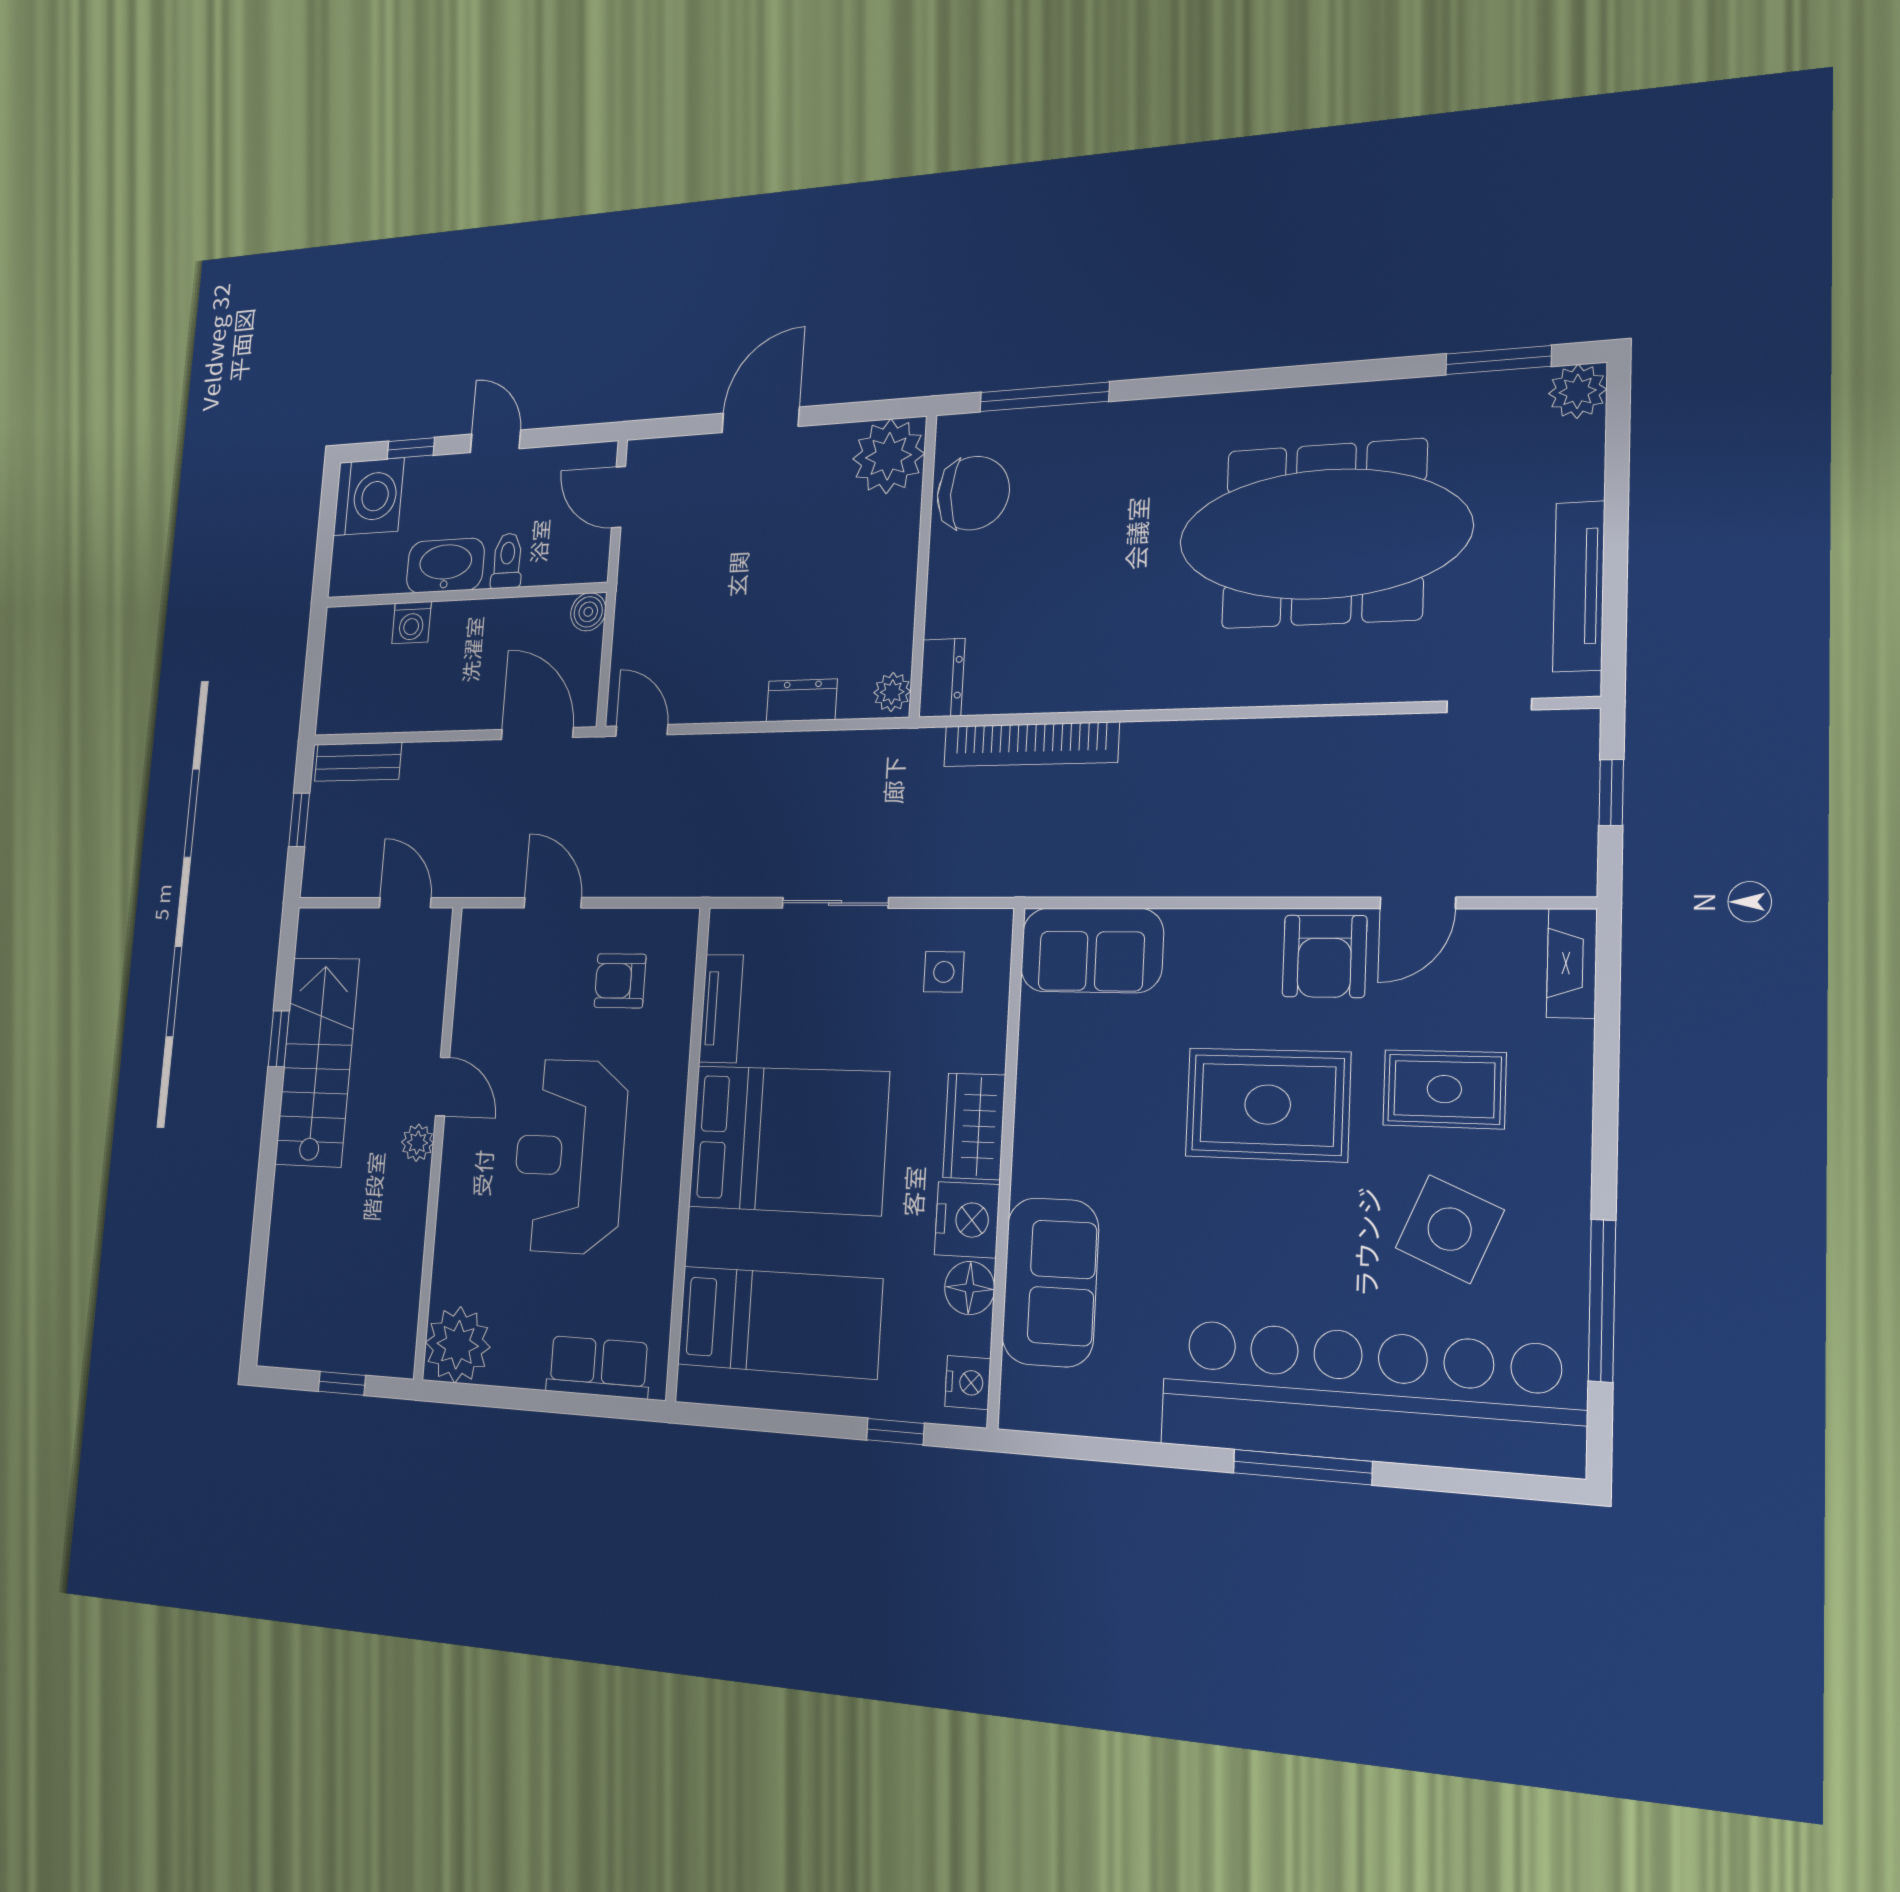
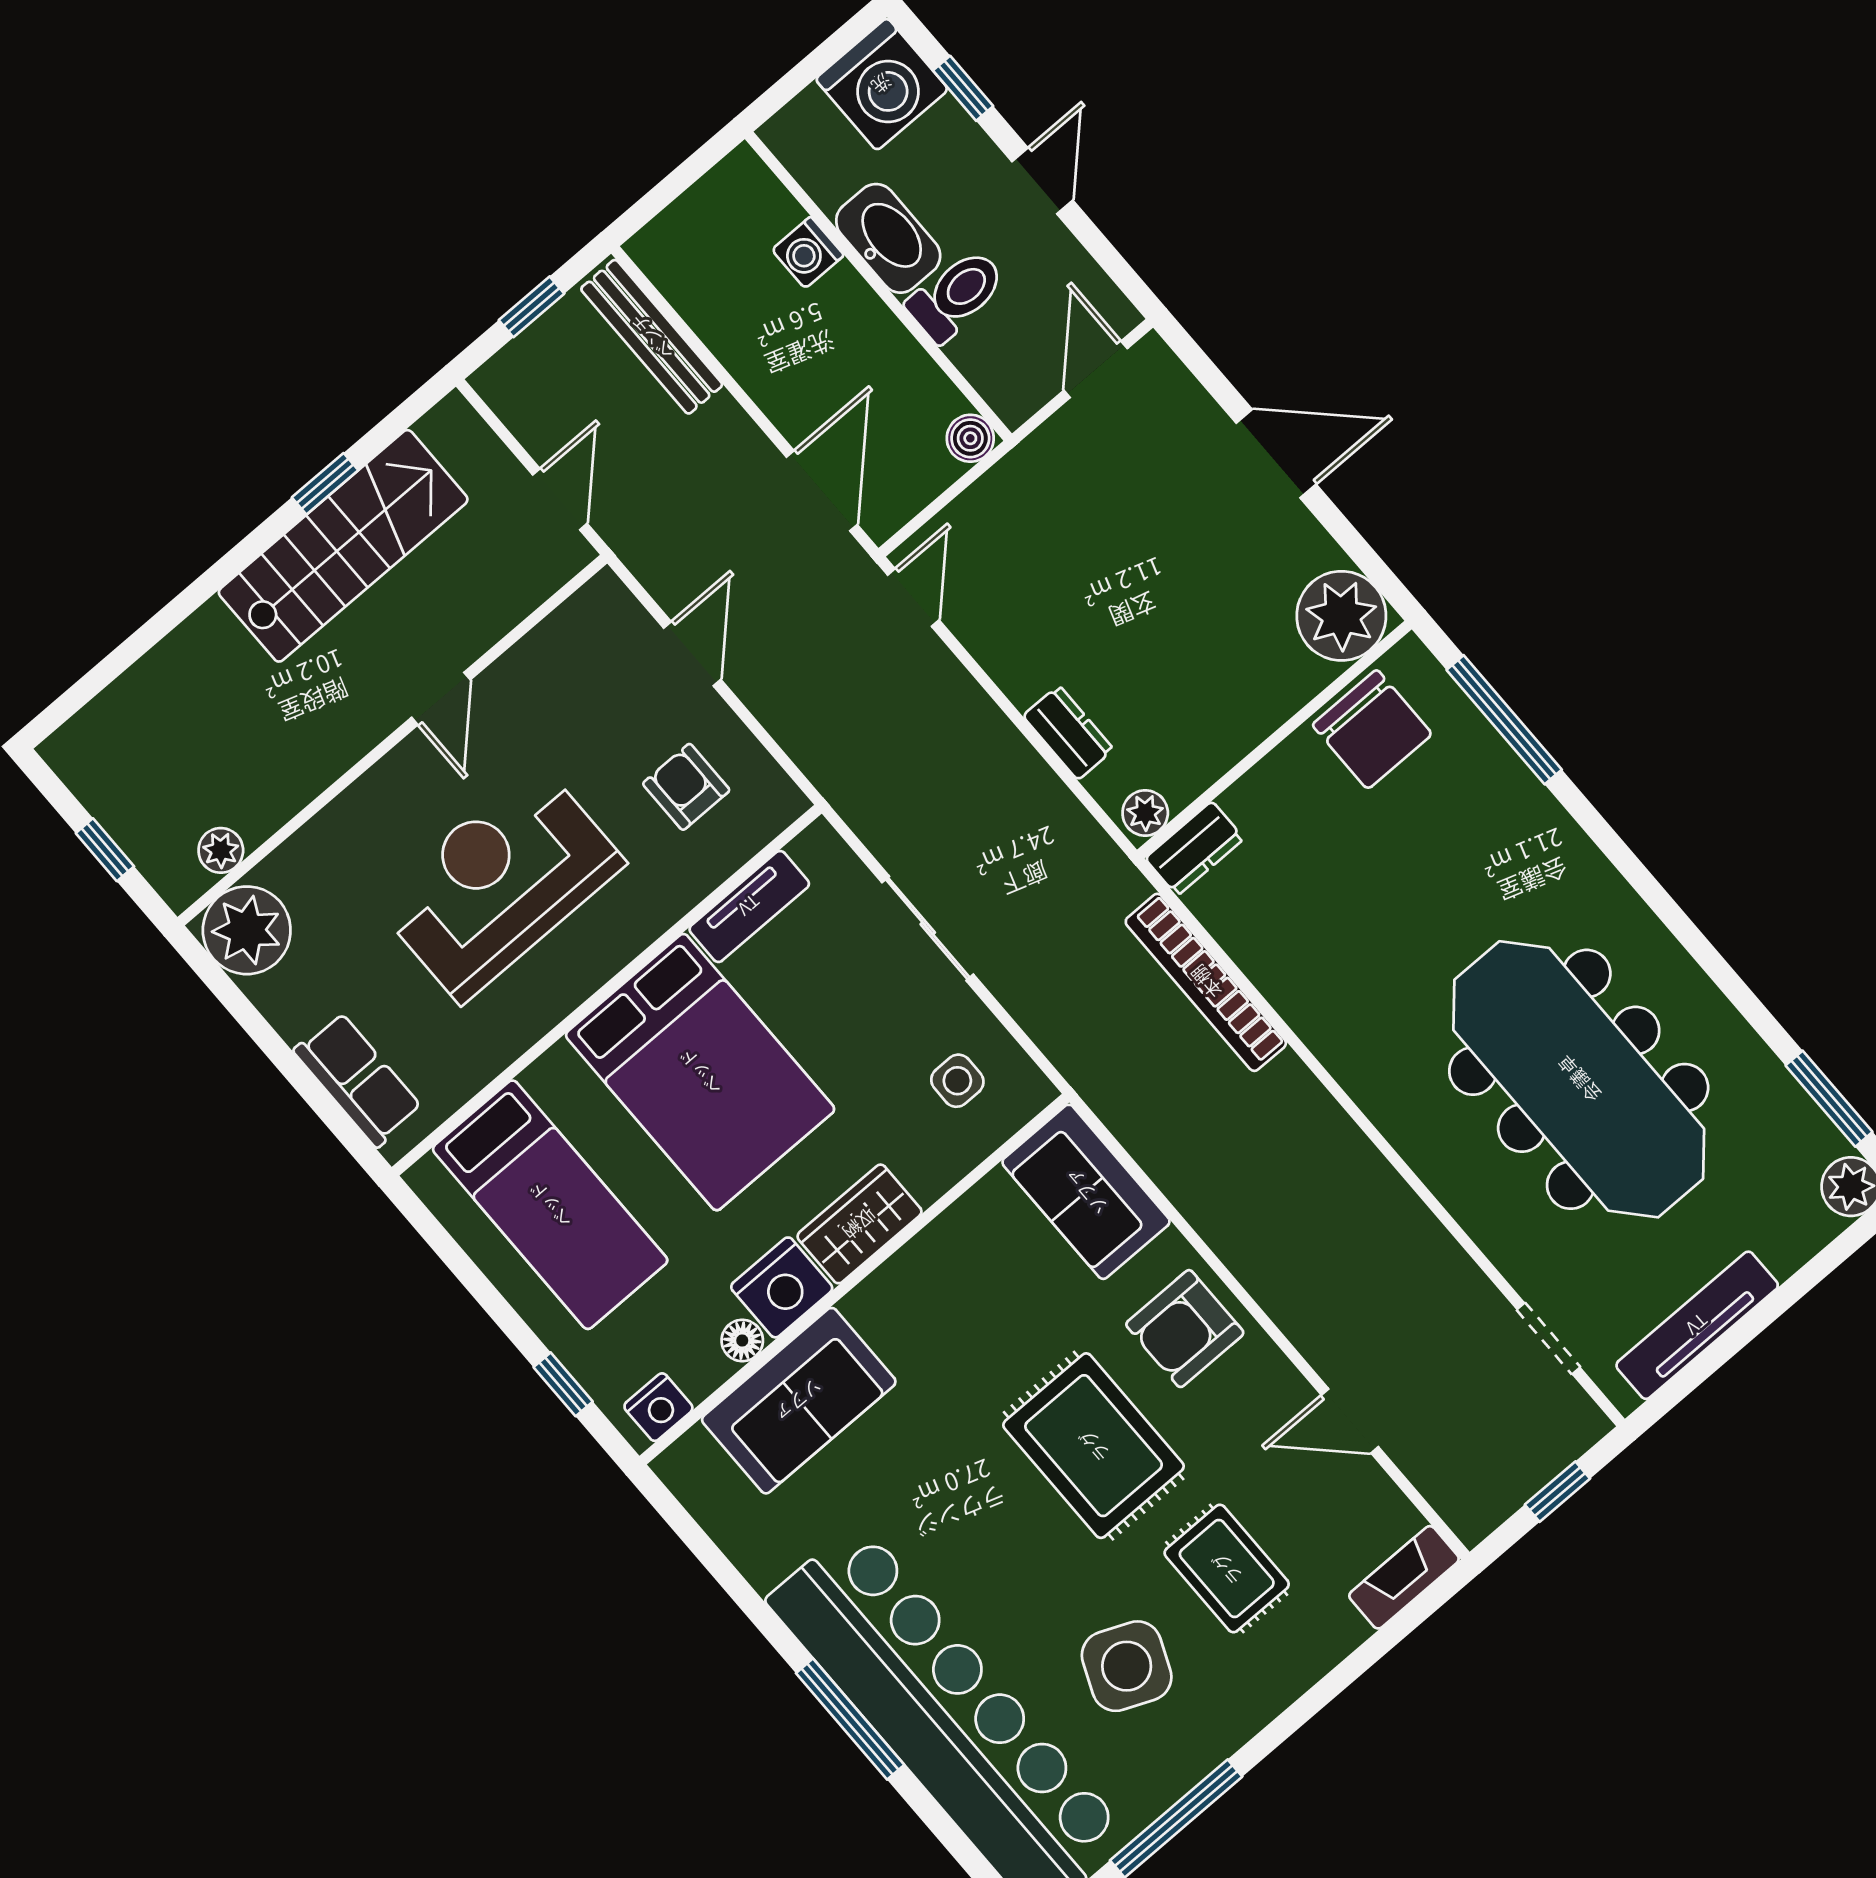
toilet: (507, 561) -> (956, 295), width x1.37, depth x1.39
bench: (358, 762) -> (652, 337), width x1.36
armchair: (1324, 956) -> (1185, 1329), moved
plant: (417, 1143) -> (221, 850), moved
floor lamp: (970, 1288) -> (742, 1341), width x0.73, depth x0.73

